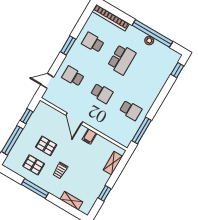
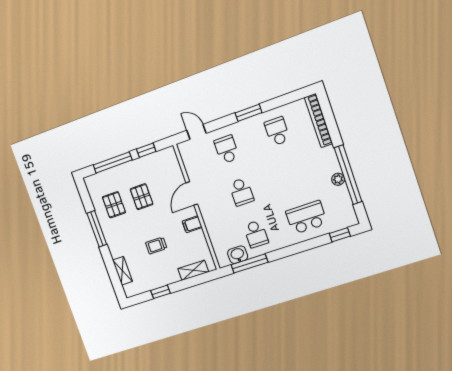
school desk: (122, 59) -> (306, 217), moved, turned 180
washbasin: (131, 131) -> (238, 255), added
trolley: (60, 171) -> (156, 246), moved

